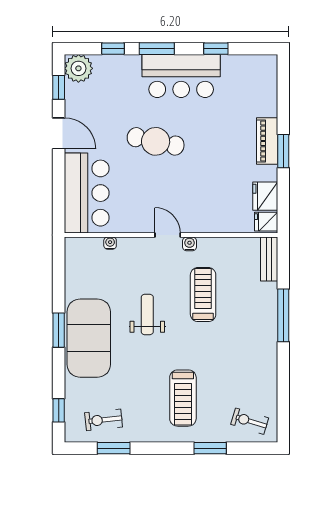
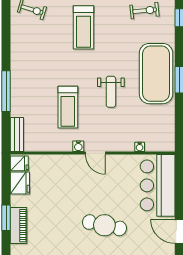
treadmill: (183, 398) -> (83, 27), turned 180

